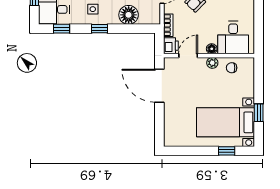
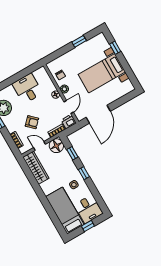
floor lamp: (129, 15) -> (56, 146), moved
window: (62, 29) -> (72, 153), moved
desk: (233, 38) -> (27, 88), moved, turned -90
door: (188, 56) -> (69, 107), swing flipped
bed with nightstands: (226, 122) -> (102, 73), moved, turned 90

